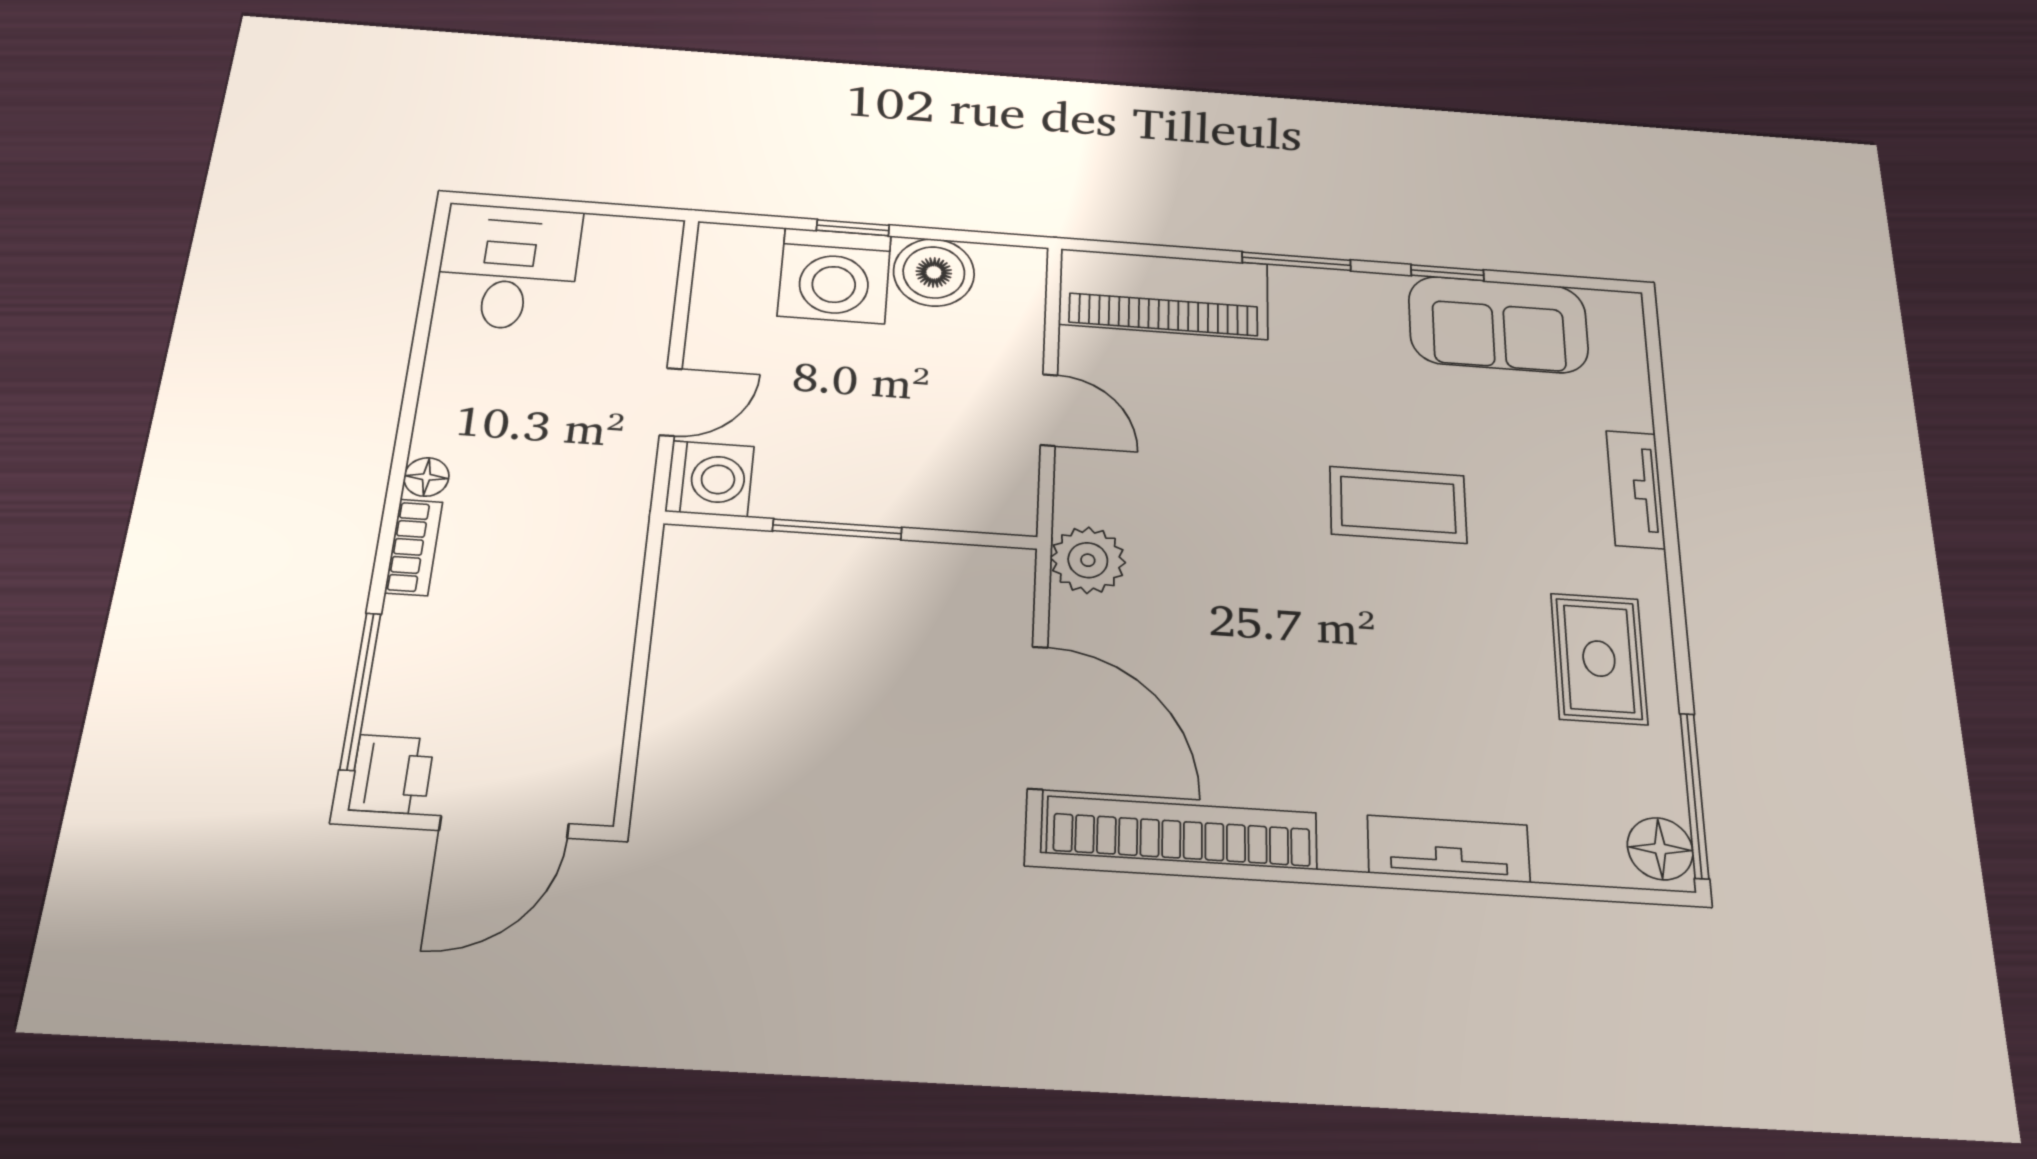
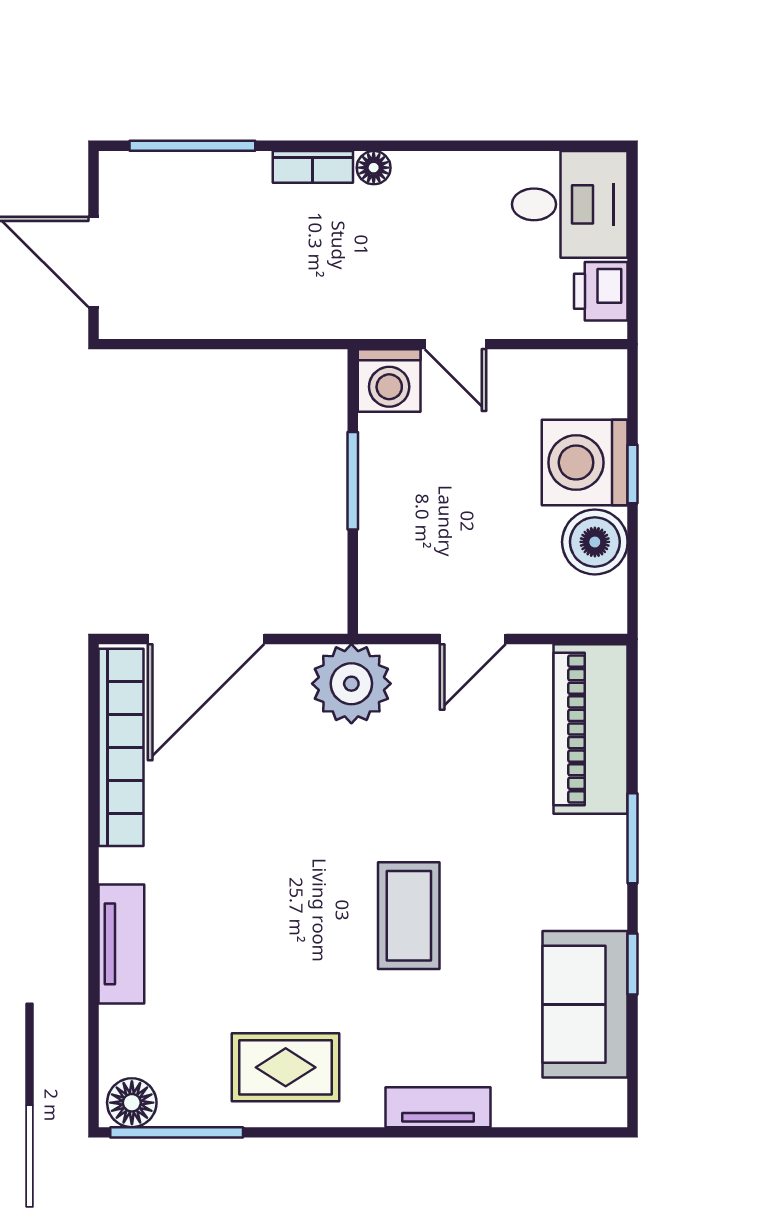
plant: (1088, 560) -> (351, 684), width x1.36, depth x1.36
printer: (392, 774) -> (601, 291), moved, turned 90

